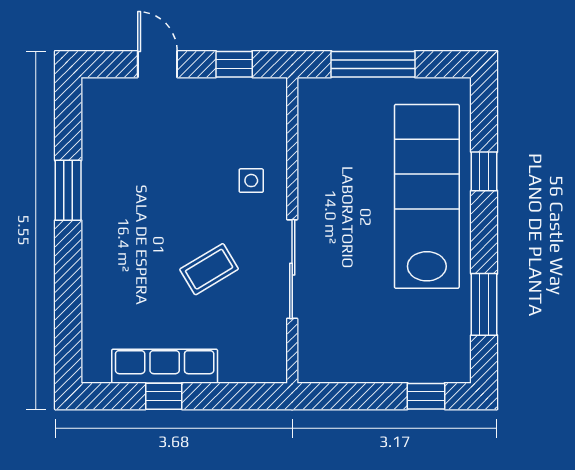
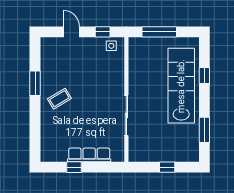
side table: (251, 181) -> (111, 46), moved
coffee table: (209, 269) -> (59, 99), moved
row of seats: (165, 366) -> (89, 155), moved
window: (426, 396) -> (167, 167), moved

